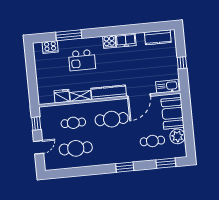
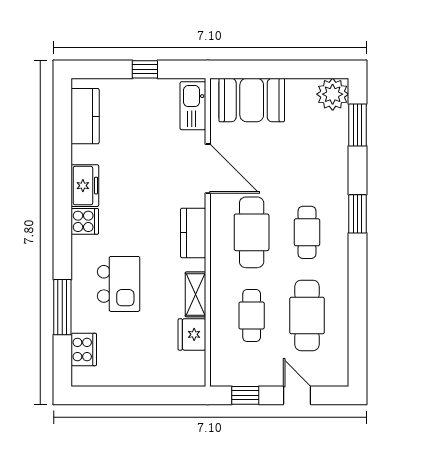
kitchen counter: (109, 92) -> (193, 233), width x0.67
plant: (177, 136) -> (333, 94), moved
cafe table: (152, 141) -> (307, 232), moved

